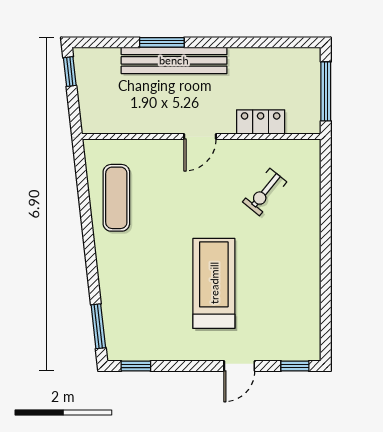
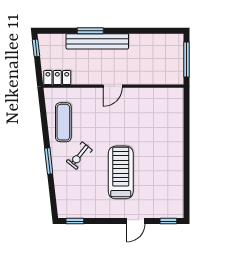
locker: (261, 122) -> (57, 78), moved
exercise bike: (265, 192) -> (79, 156), moved
window: (98, 326) -> (49, 161), moved

